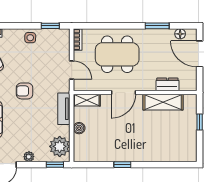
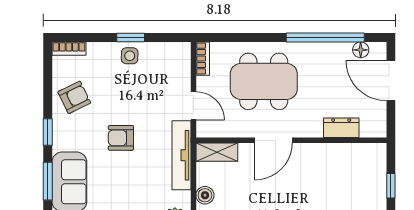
window: (50, 26) -> (131, 37), moved
window: (157, 26) -> (325, 37), width x2.11
shelving: (163, 102) -> (334, 155), removed
tv unit: (64, 109) -> (182, 155), width x1.41

